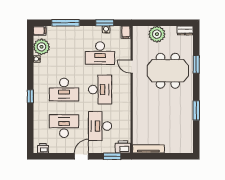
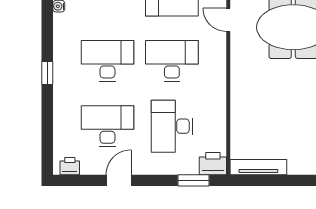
desk: (64, 90) -> (107, 61), turned 180
desk: (100, 90) -> (172, 61), turned -90
door: (81, 156) -> (119, 180), moved

